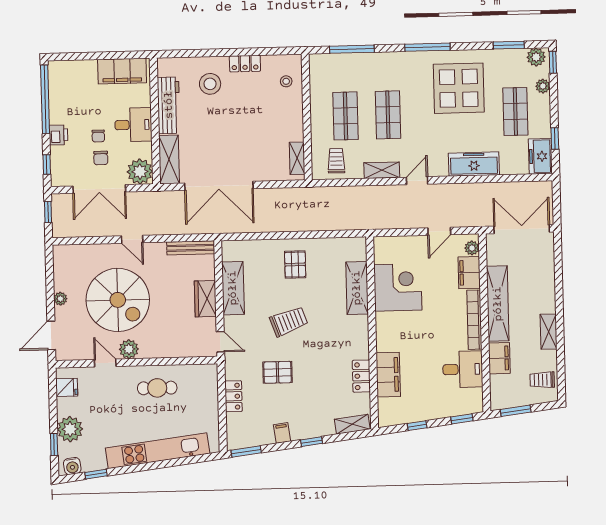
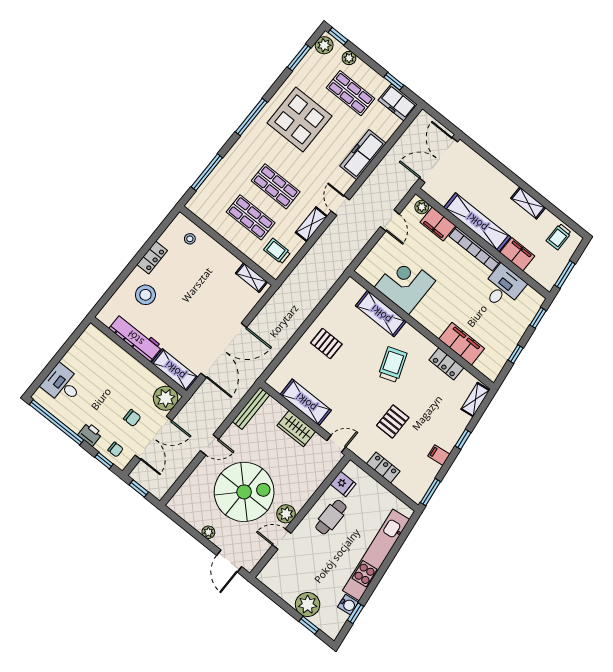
filing cabinet: (122, 71) -> (83, 350), removed
desk: (133, 125) -> (62, 384), moved, turned -90
chair: (98, 136) -> (115, 449), moved
trolley: (289, 321) -> (393, 365), moved
fridge: (67, 387) -> (343, 484), moved, turned 90
water cooler: (72, 466) -> (348, 605), moved

